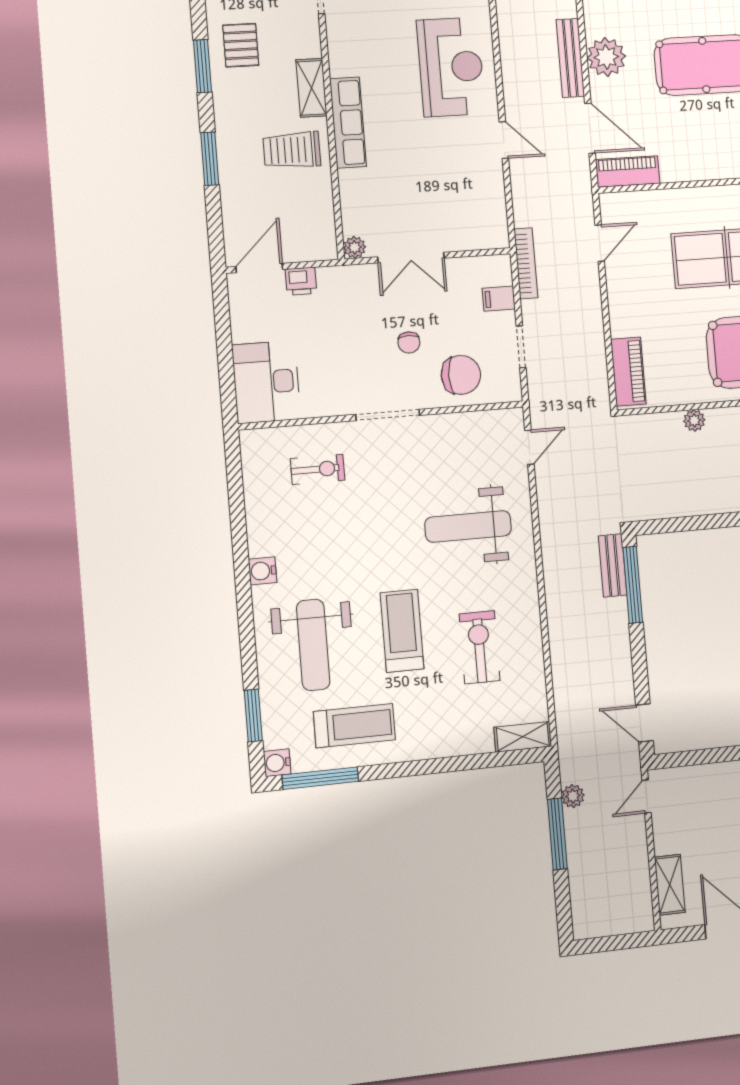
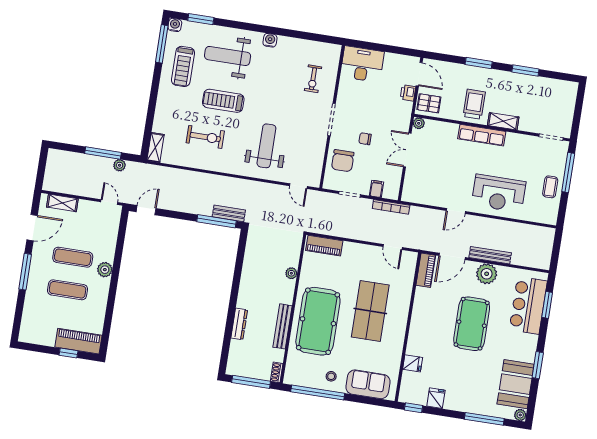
pallet: (241, 45) -> (429, 103), moved
treadmill: (402, 631) -> (223, 101), turned 180

